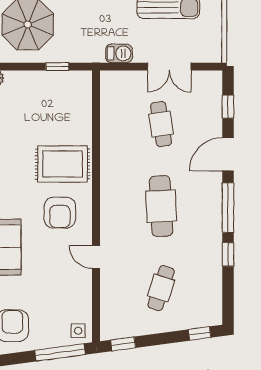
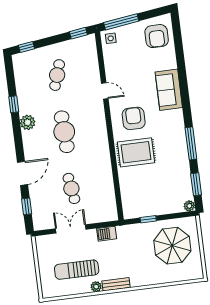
window: (228, 208) -> (18, 137), removed
plant: (212, 226) -> (28, 122), added

